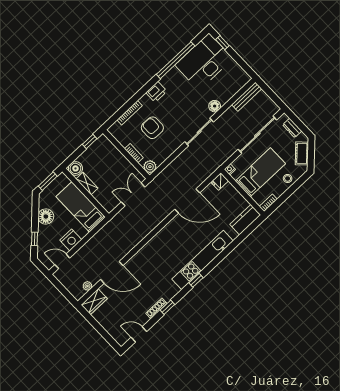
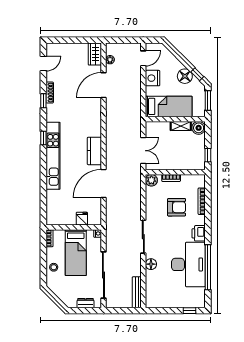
desk: (204, 62) -> (188, 264), moved
cot: (302, 153) -> (62, 293), removed
fridge: (220, 181) -> (82, 219), moved
kitchen counter: (245, 220) -> (94, 151), moved, turned 180
window: (34, 239) -> (197, 74), moved

